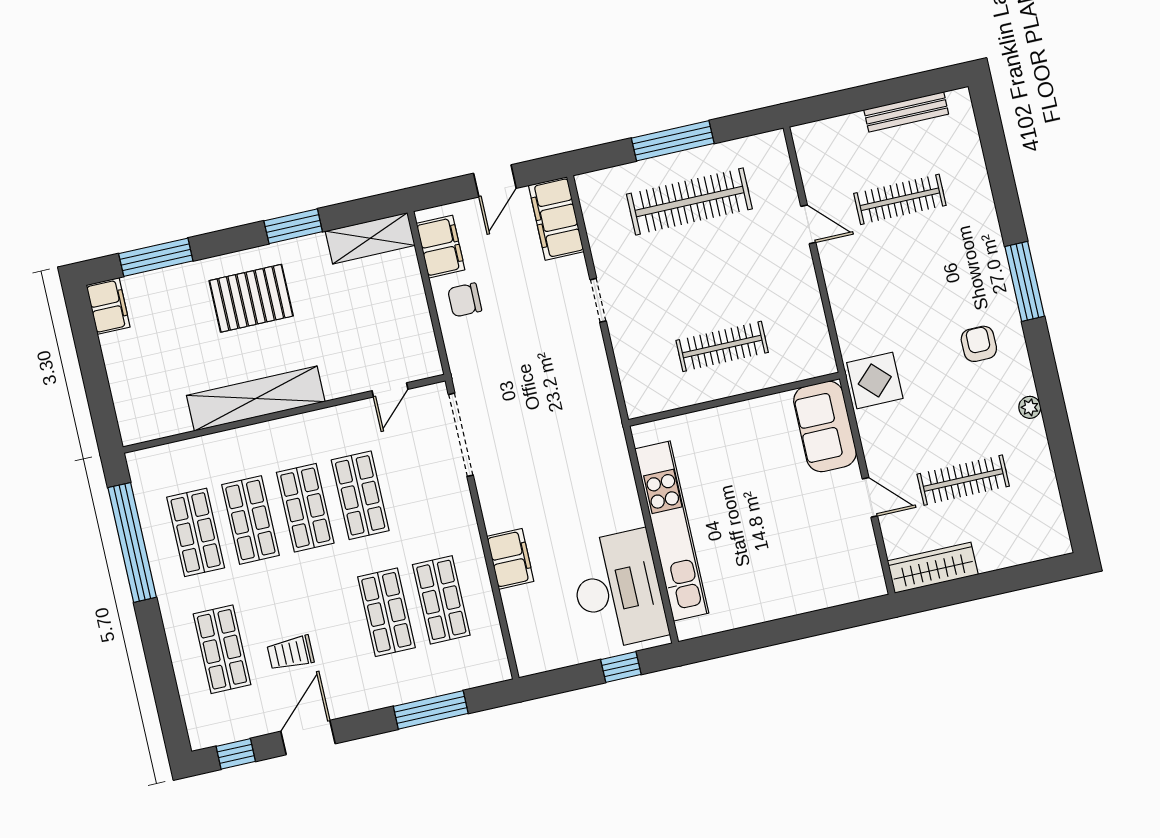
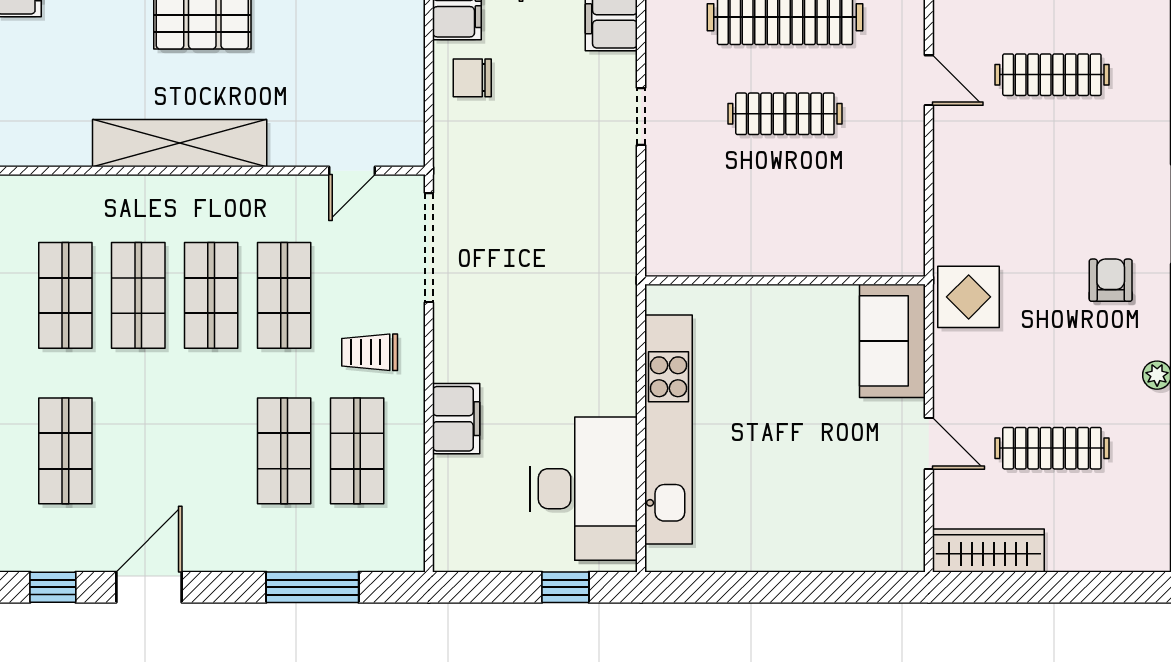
clothes rail: (722, 346) -> (785, 114), moved
trolley: (291, 653) -> (370, 352), moved

